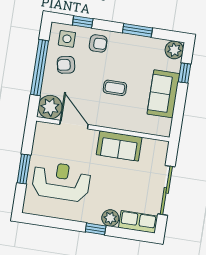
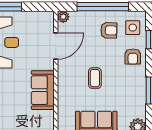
armchair: (66, 65) -> (109, 30), turned 103
plant: (50, 107) -> (63, 17), width x0.53, depth x0.53

